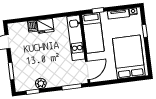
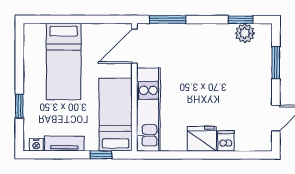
bed: (129, 57) -> (64, 61), width x0.67
plant: (41, 83) -> (245, 33), moved

